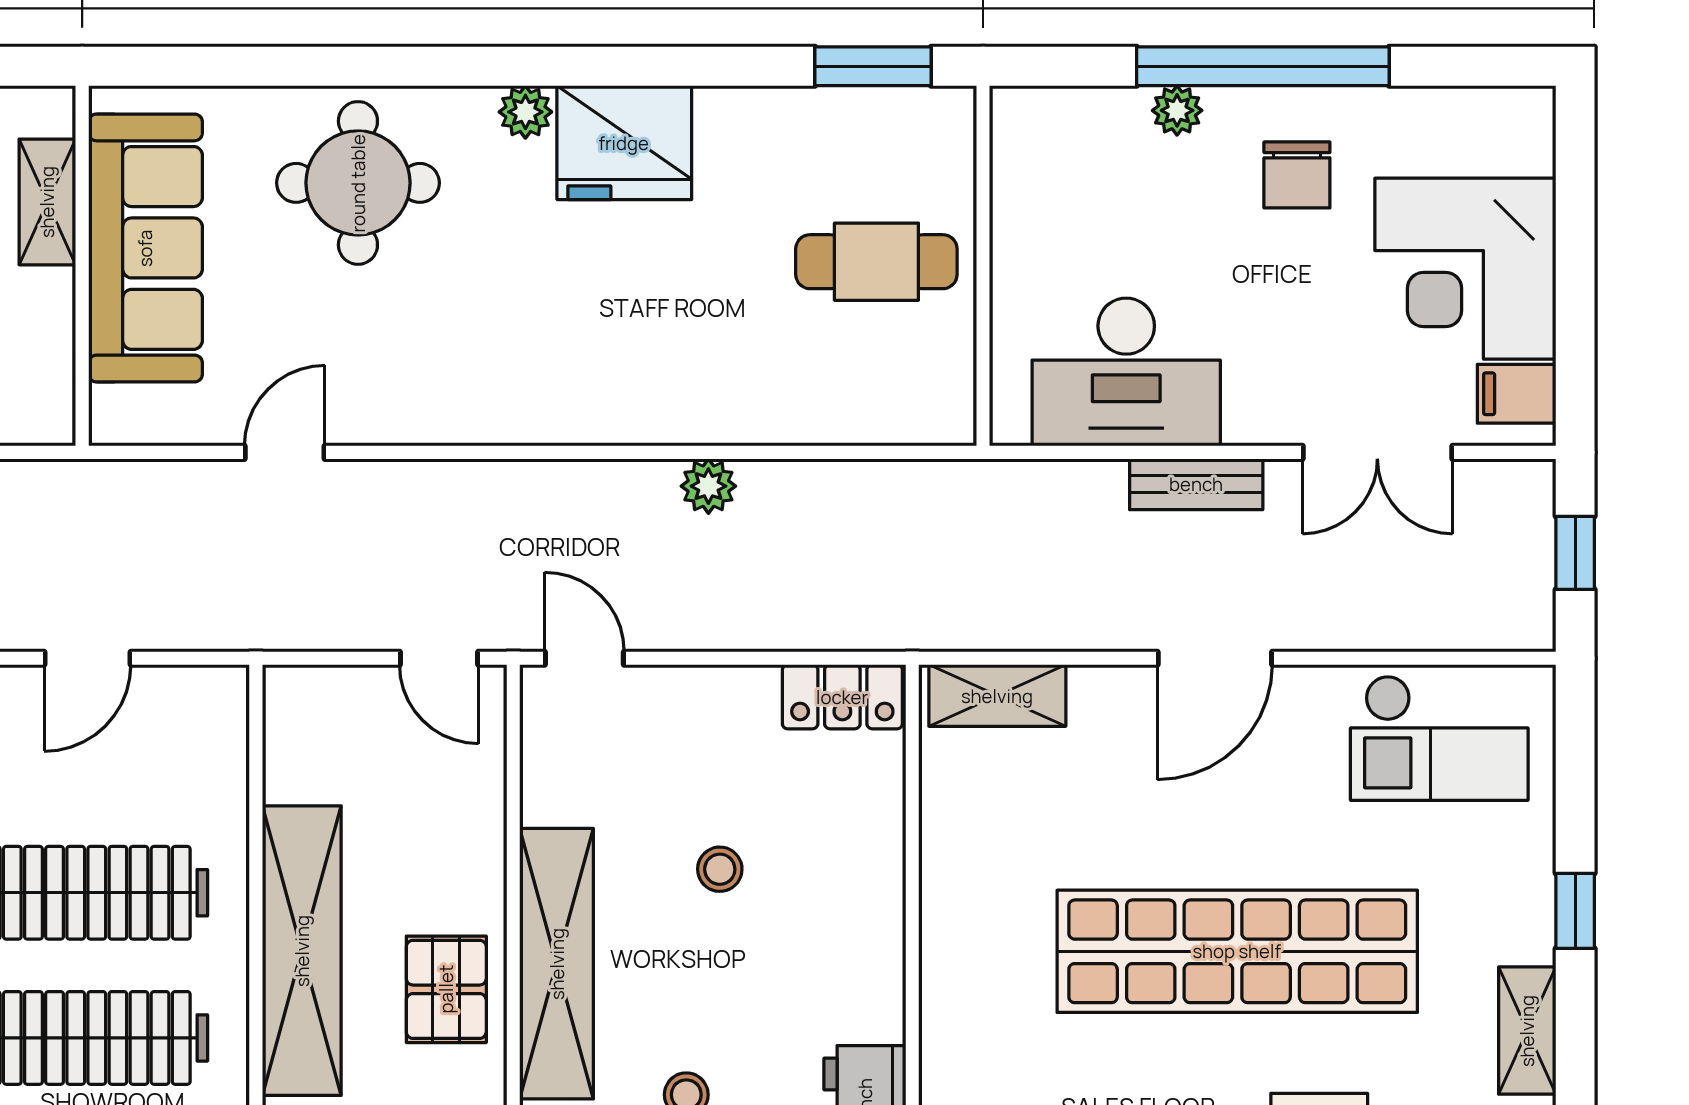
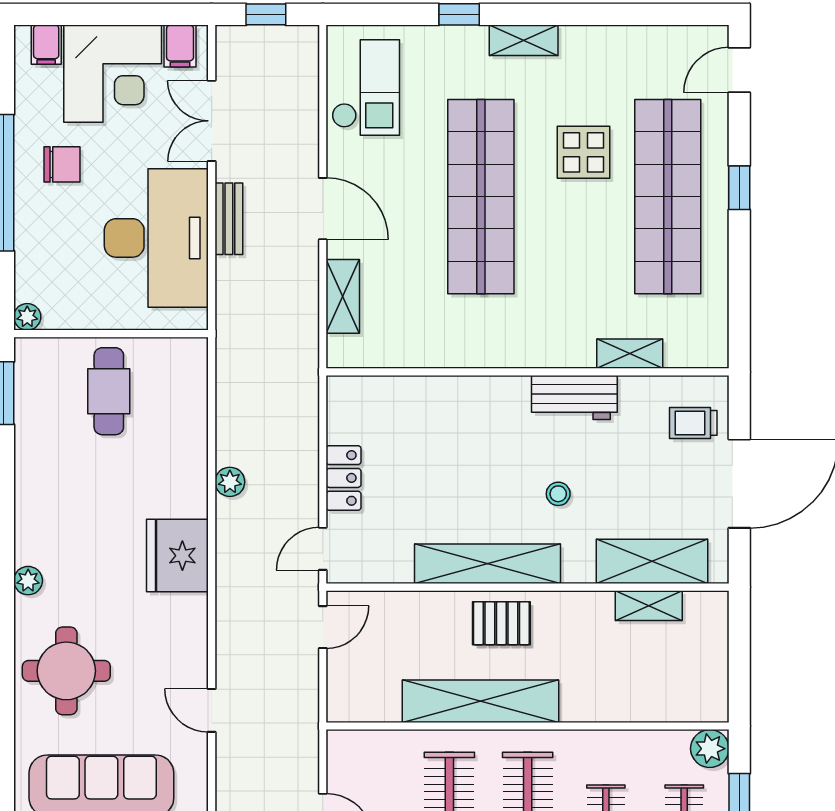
plant: (1177, 110) -> (27, 317), moved
fridge: (624, 143) -> (177, 556), moved, turned 180
filing cabinet: (1519, 146) -> (46, 45), added
desk: (1126, 372) -> (156, 238), width x1.36, depth x1.30
double door: (1377, 452) -> (212, 121), swing flipped
shelving: (997, 696) -> (343, 296), moved
locker: (842, 697) -> (344, 478), moved
stool: (720, 869) -> (437, 476), removed

